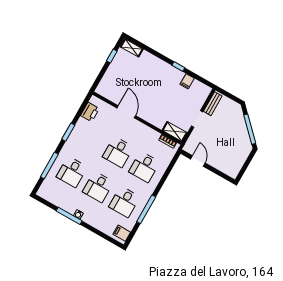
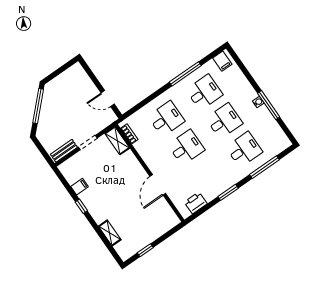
shelving: (132, 48) -> (110, 233), moved
door: (198, 161) -> (108, 99), hinge flipped

